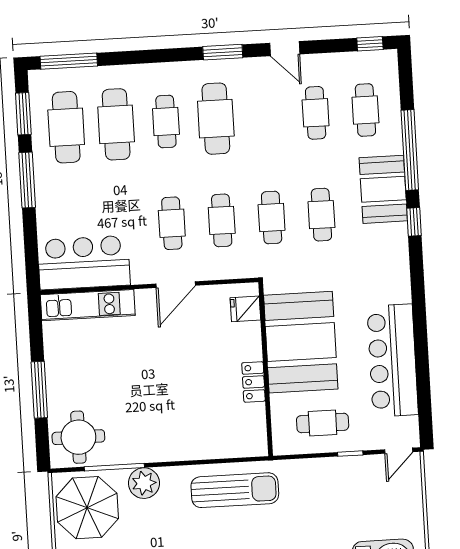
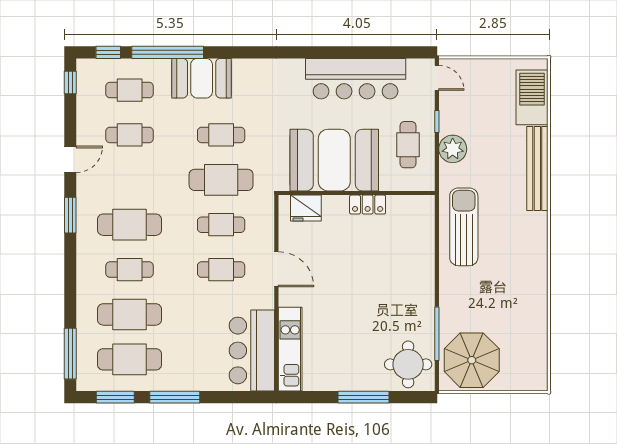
cafe table: (272, 218) -> (221, 180), width x1.37, depth x1.35
window: (414, 222) -> (108, 52), moved
fridge: (245, 309) -> (306, 208), width x1.38
plant: (144, 483) -> (453, 149), moved

